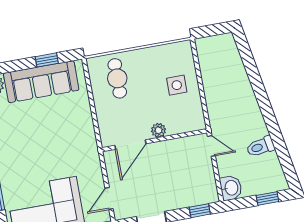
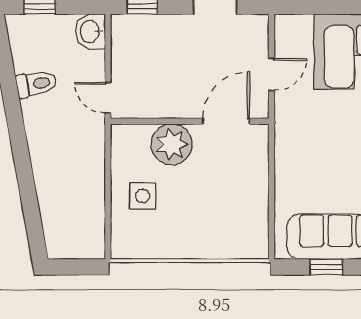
cafe table: (117, 78) -> (228, 221), removed
plant: (159, 130) -> (172, 144), width x1.87, depth x1.87
door: (109, 198) -> (271, 74), moved

